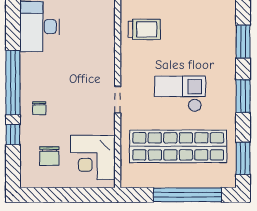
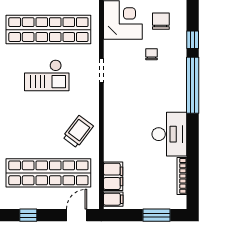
trolley: (144, 29) -> (78, 132), turned 127
chair: (39, 108) -> (151, 54), moved

